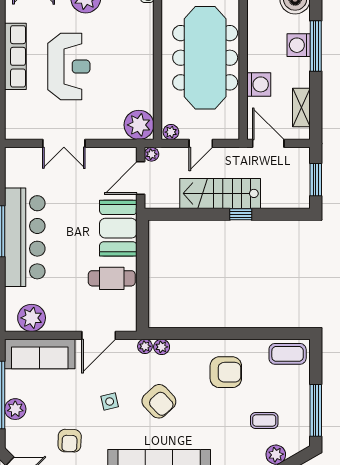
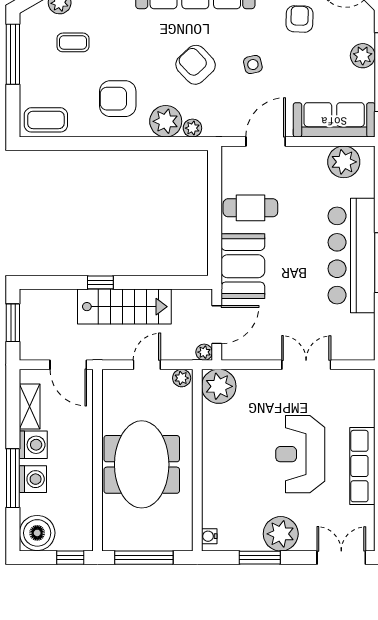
meeting table: (205, 58) -> (142, 464), width x0.73
washing machine: (259, 84) -> (33, 445), moved, turned 180
plant: (145, 346) -> (166, 121), moved, width x1.88, depth x1.88

